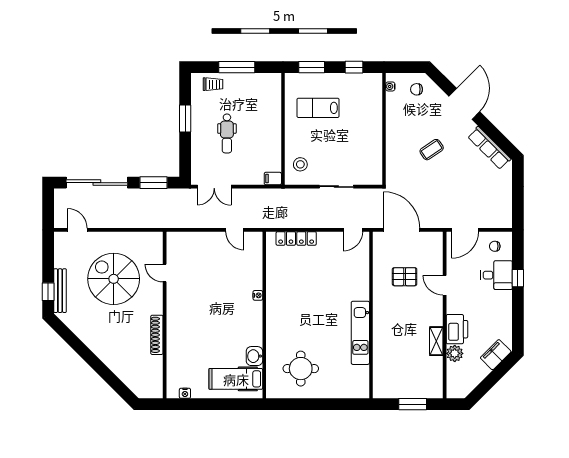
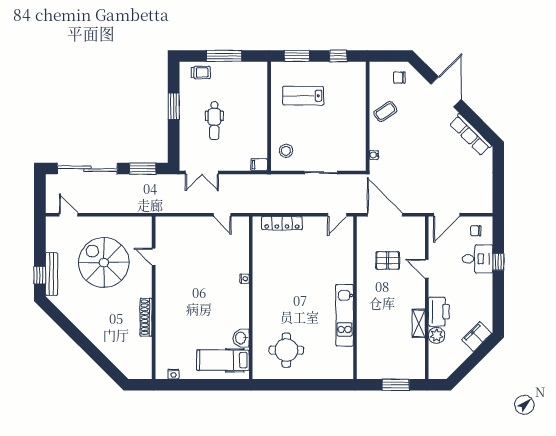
water cooler: (390, 86) -> (374, 155), moved
coffee table: (432, 150) -> (385, 112), moved

